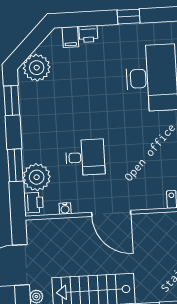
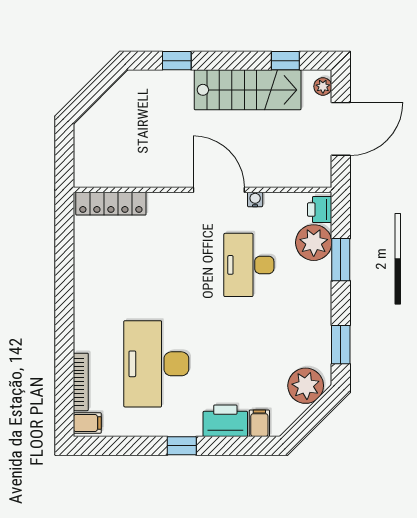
printer: (88, 34) -> (225, 421), width x1.87, depth x1.48
desk: (85, 157) -> (249, 265), width x1.37
water cooler: (65, 208) -> (255, 199), moved

